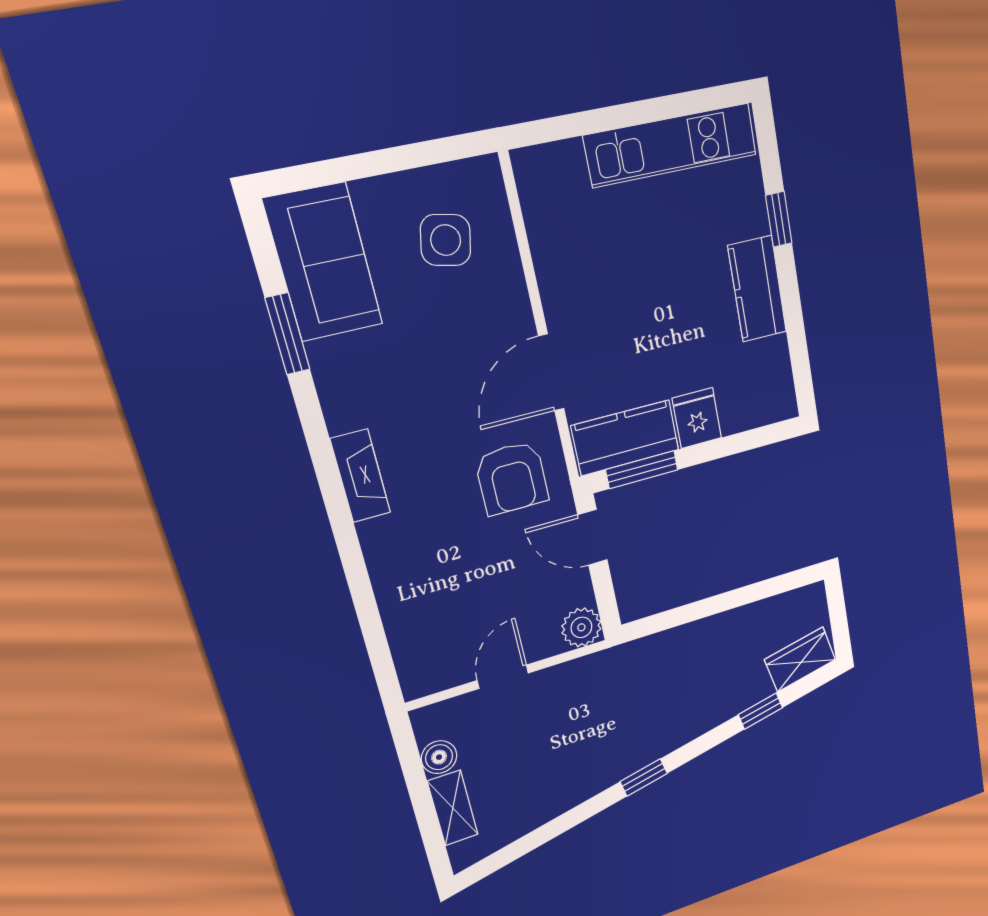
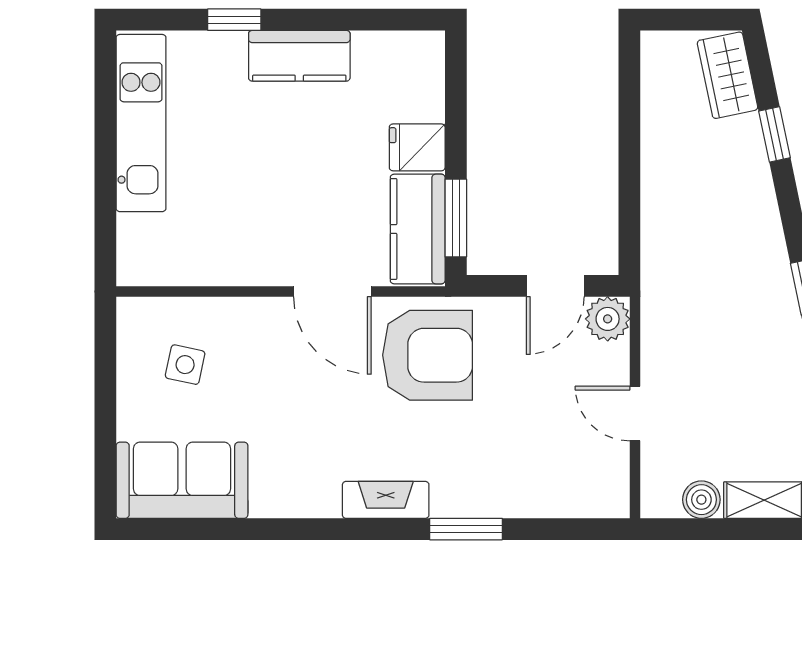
side table: (446, 240) -> (185, 365), width x0.73, depth x0.73
window: (287, 334) -> (466, 529), moved
armchair: (512, 478) -> (428, 355), width x1.36, depth x1.36
door: (592, 537) -> (555, 286), moved

